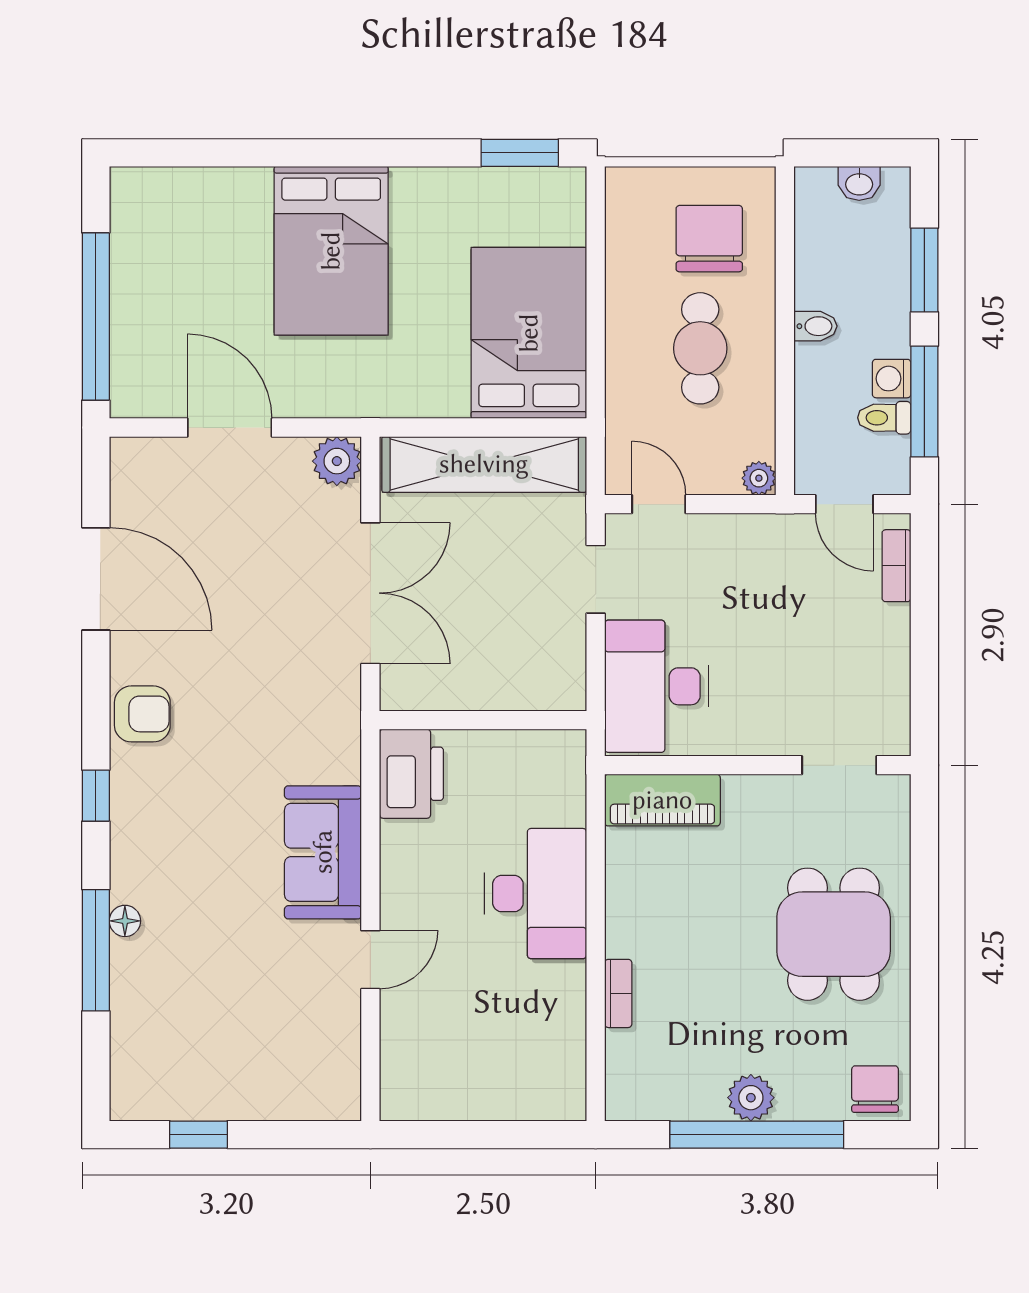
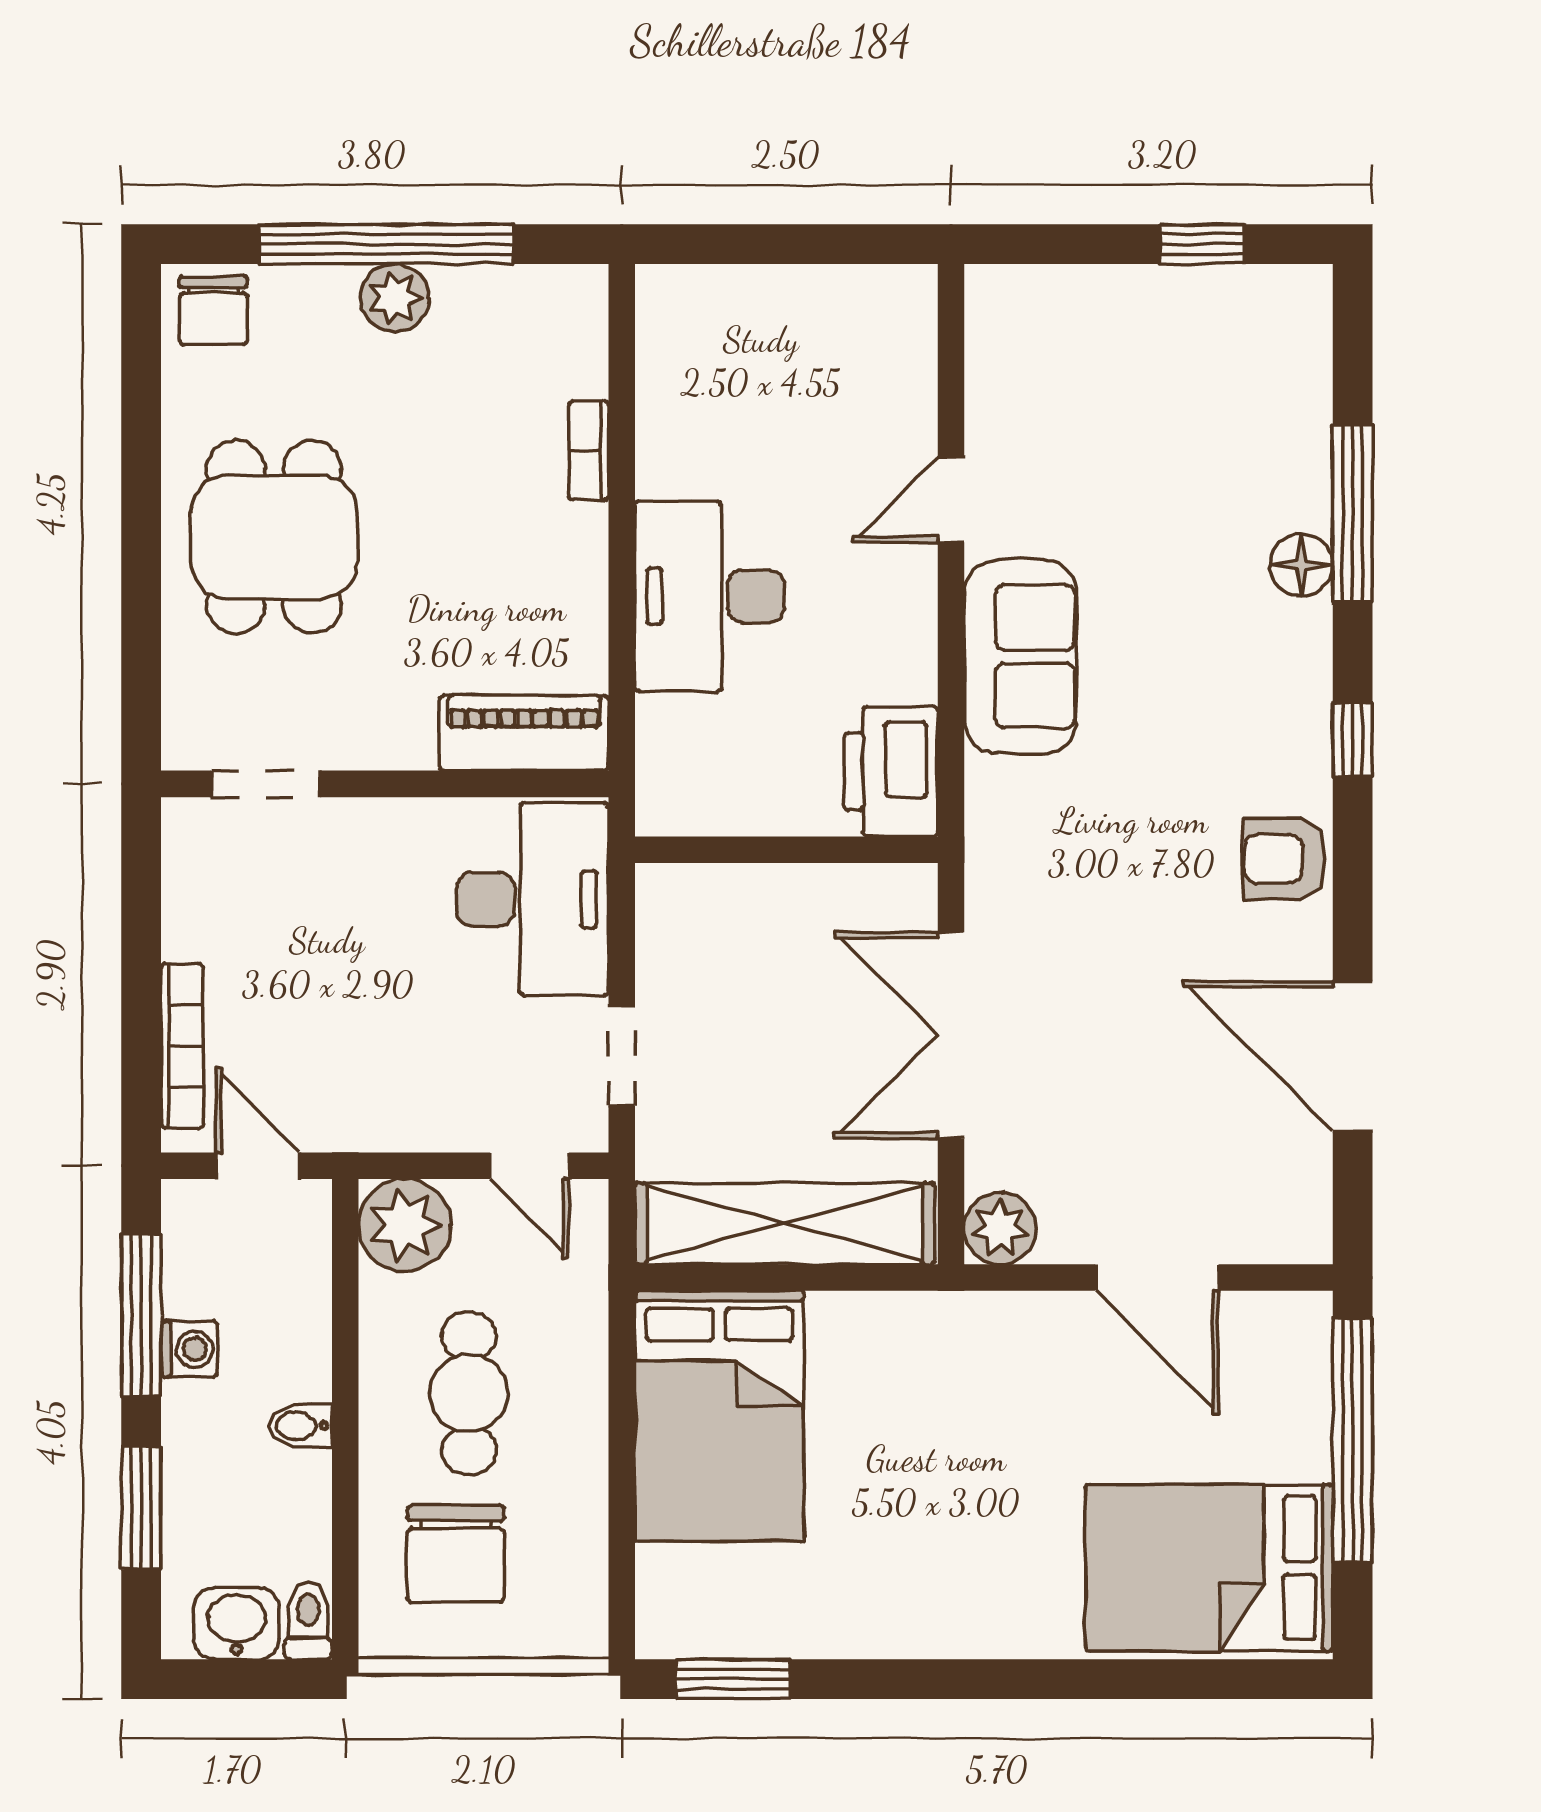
washbasin: (859, 183) -> (237, 1623), width x1.38, depth x1.45
bed: (331, 251) -> (1209, 1568), moved, turned -90
toilet: (884, 418) -> (308, 1621), moved, turned -90
plant: (759, 478) -> (405, 1225), width x1.87, depth x1.87
bookcase: (896, 566) -> (182, 1046), width x1.56
floor lamp: (125, 921) -> (1301, 565), width x1.37, depth x1.37

